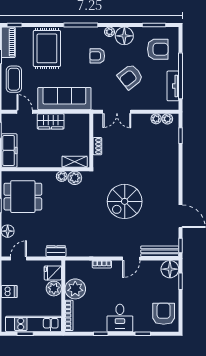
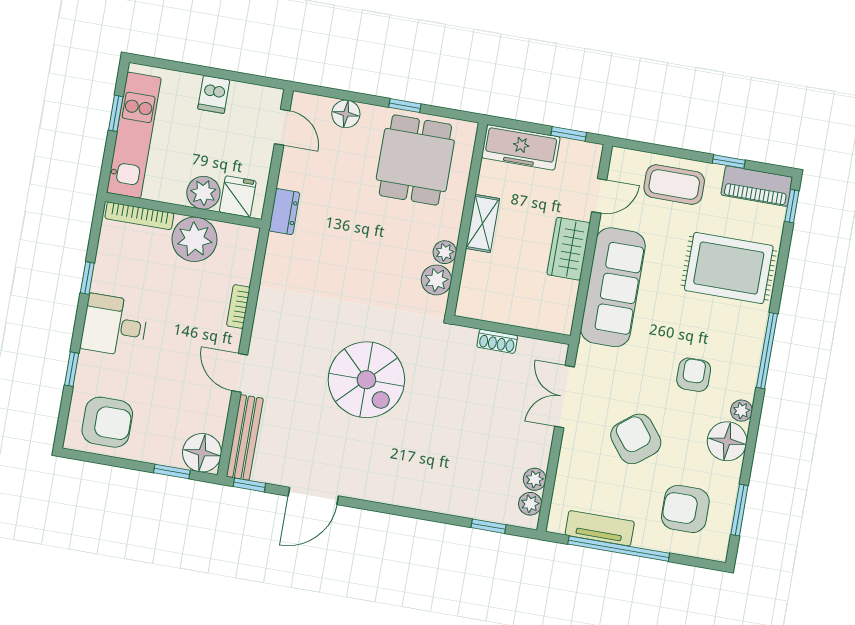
armchair: (158, 49) -> (685, 509), turned 90
shelving: (75, 162) -> (483, 223), moved
spiral stairs: (125, 201) -> (366, 380), turned 180

